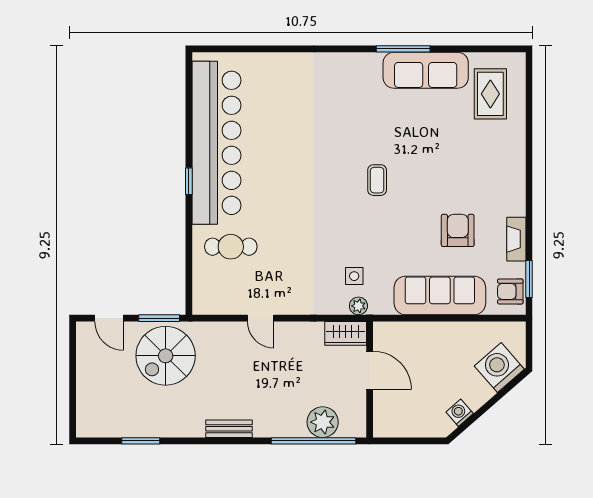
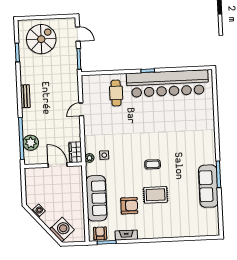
rug: (490, 94) -> (156, 195), moved
door: (109, 318) -> (78, 34), swing flipped
spiral stairs: (166, 356) -> (41, 39), moved, turned 90
door: (370, 370) -> (58, 165), swing flipped

